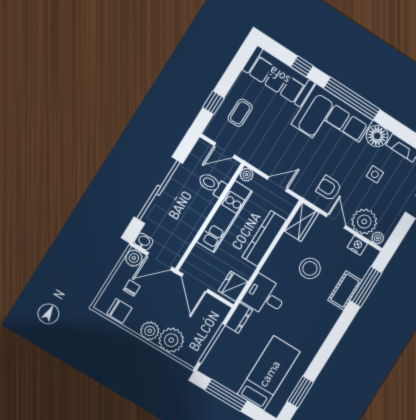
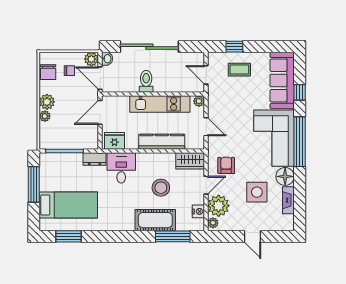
side table: (375, 174) -> (257, 192), width x1.87, depth x1.87
toilet: (212, 184) -> (146, 81), moved
cot: (345, 291) -> (155, 220), width x1.37, depth x1.34
plant: (171, 340) -> (45, 116), width x0.53, depth x0.53

